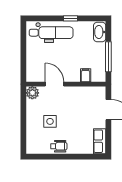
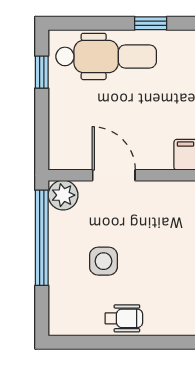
window: (23, 39) -> (42, 72), added
window: (23, 111) -> (42, 238), added

